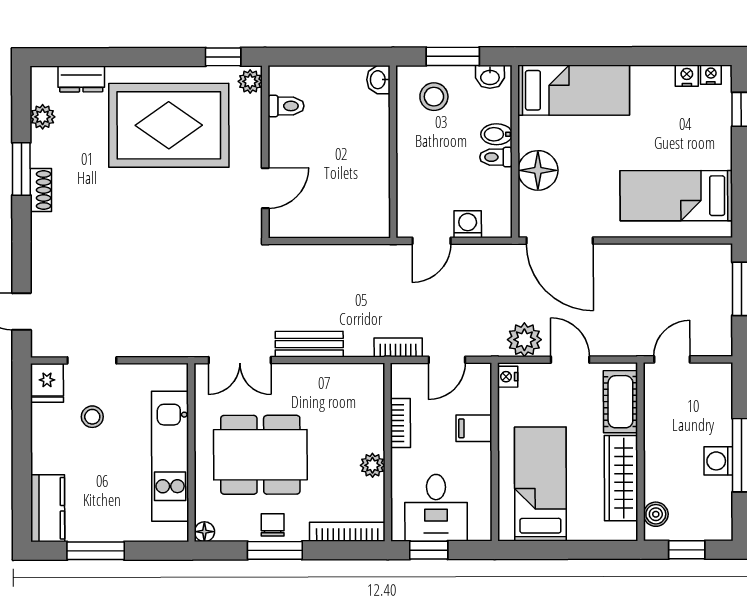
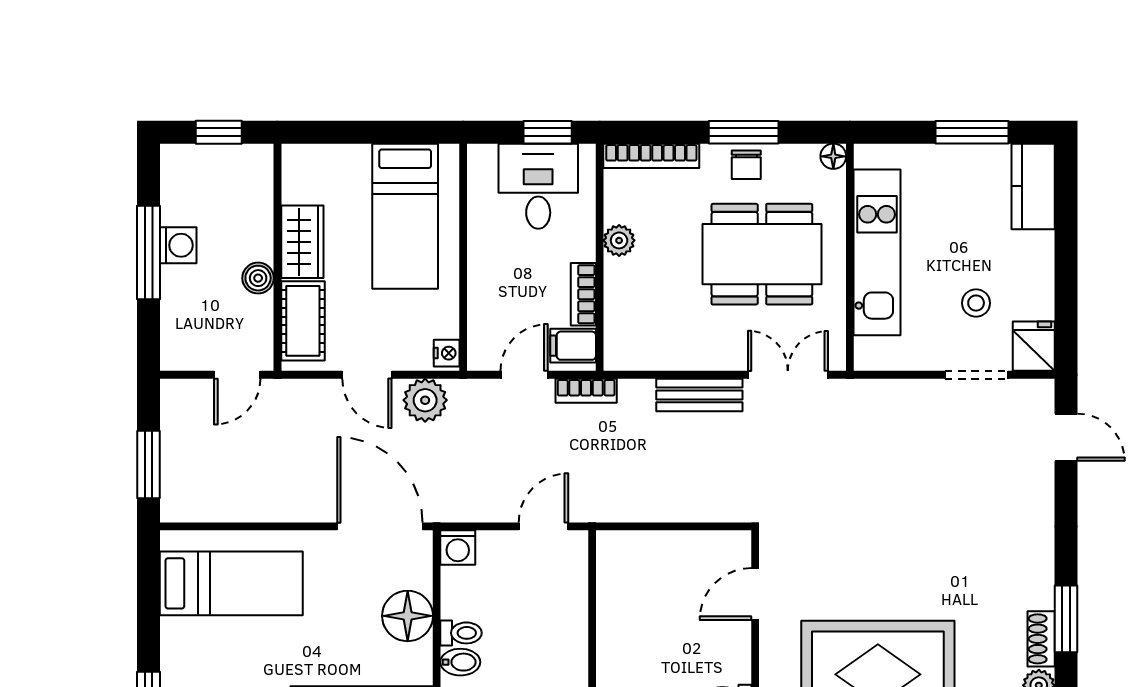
shoe rack: (41, 190) -> (1041, 639), moved
washing machine: (468, 224) -> (458, 547), moved
filing cabinet: (474, 428) -> (573, 346), moved, turned 180
wardrobe: (621, 478) -> (302, 242), width x0.67
boiler: (656, 514) -> (258, 278), moved

